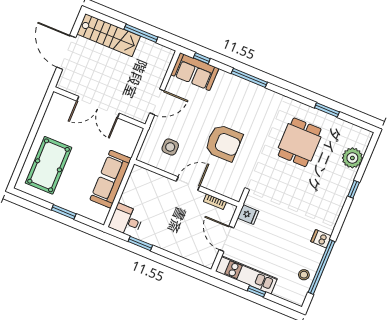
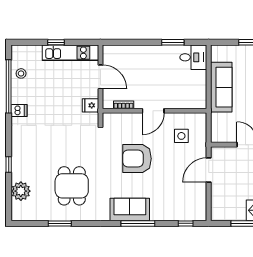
sofa: (195, 72) -> (130, 209), moved

